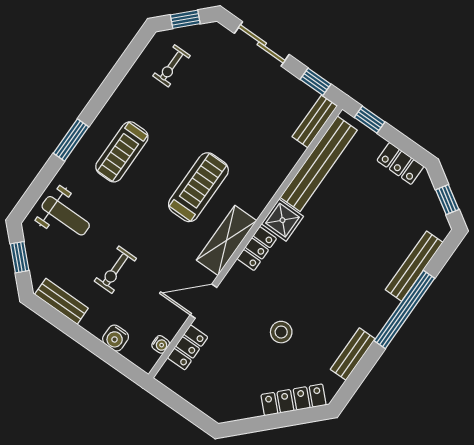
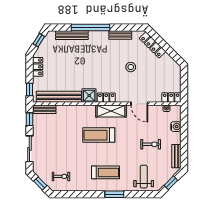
locker: (188, 347) -> (171, 98), moved

